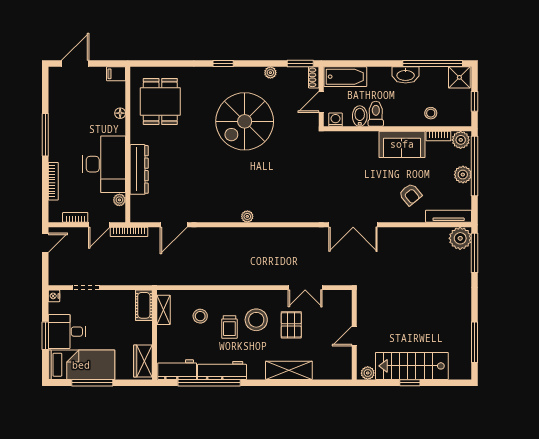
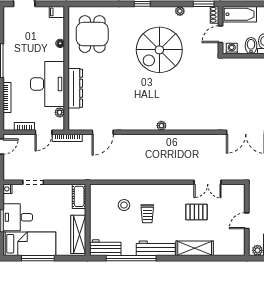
shelving: (164, 310) -> (95, 200), removed
stool: (256, 320) -> (169, 208), removed
pallet: (291, 325) -> (197, 212), turned 90
wardrobe: (143, 361) -> (78, 234), width x1.50
workbench: (222, 370) -> (156, 248), moved

